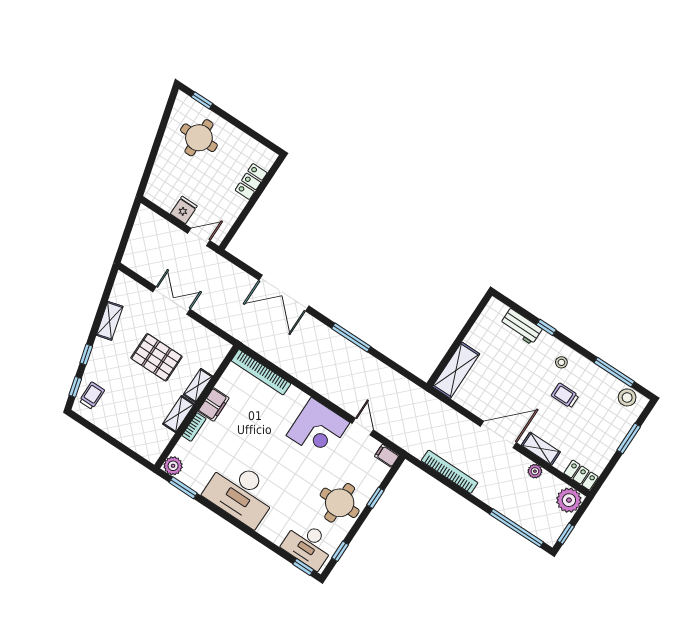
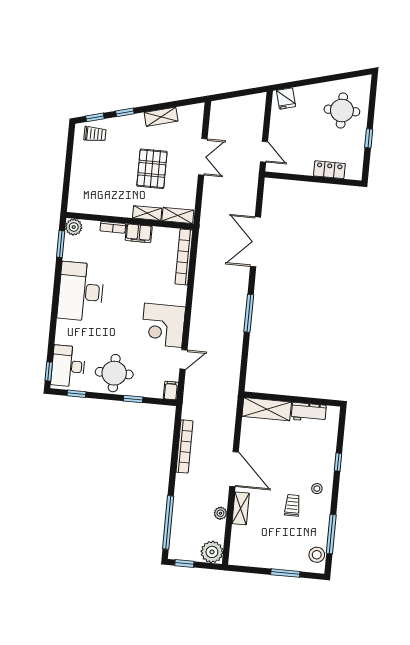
window: (202, 100) -> (369, 138), moved
fridge: (184, 210) -> (286, 98), moved, turned 75
workbench: (521, 327) -> (309, 412), moved, turned -90
shelving: (178, 414) -> (178, 215), moved
locker: (581, 475) -> (237, 551), removed

